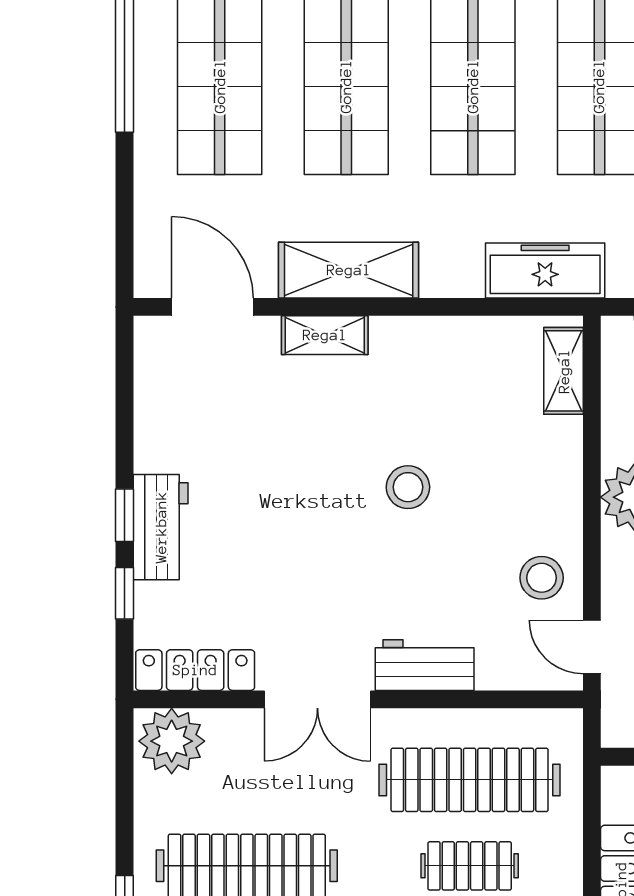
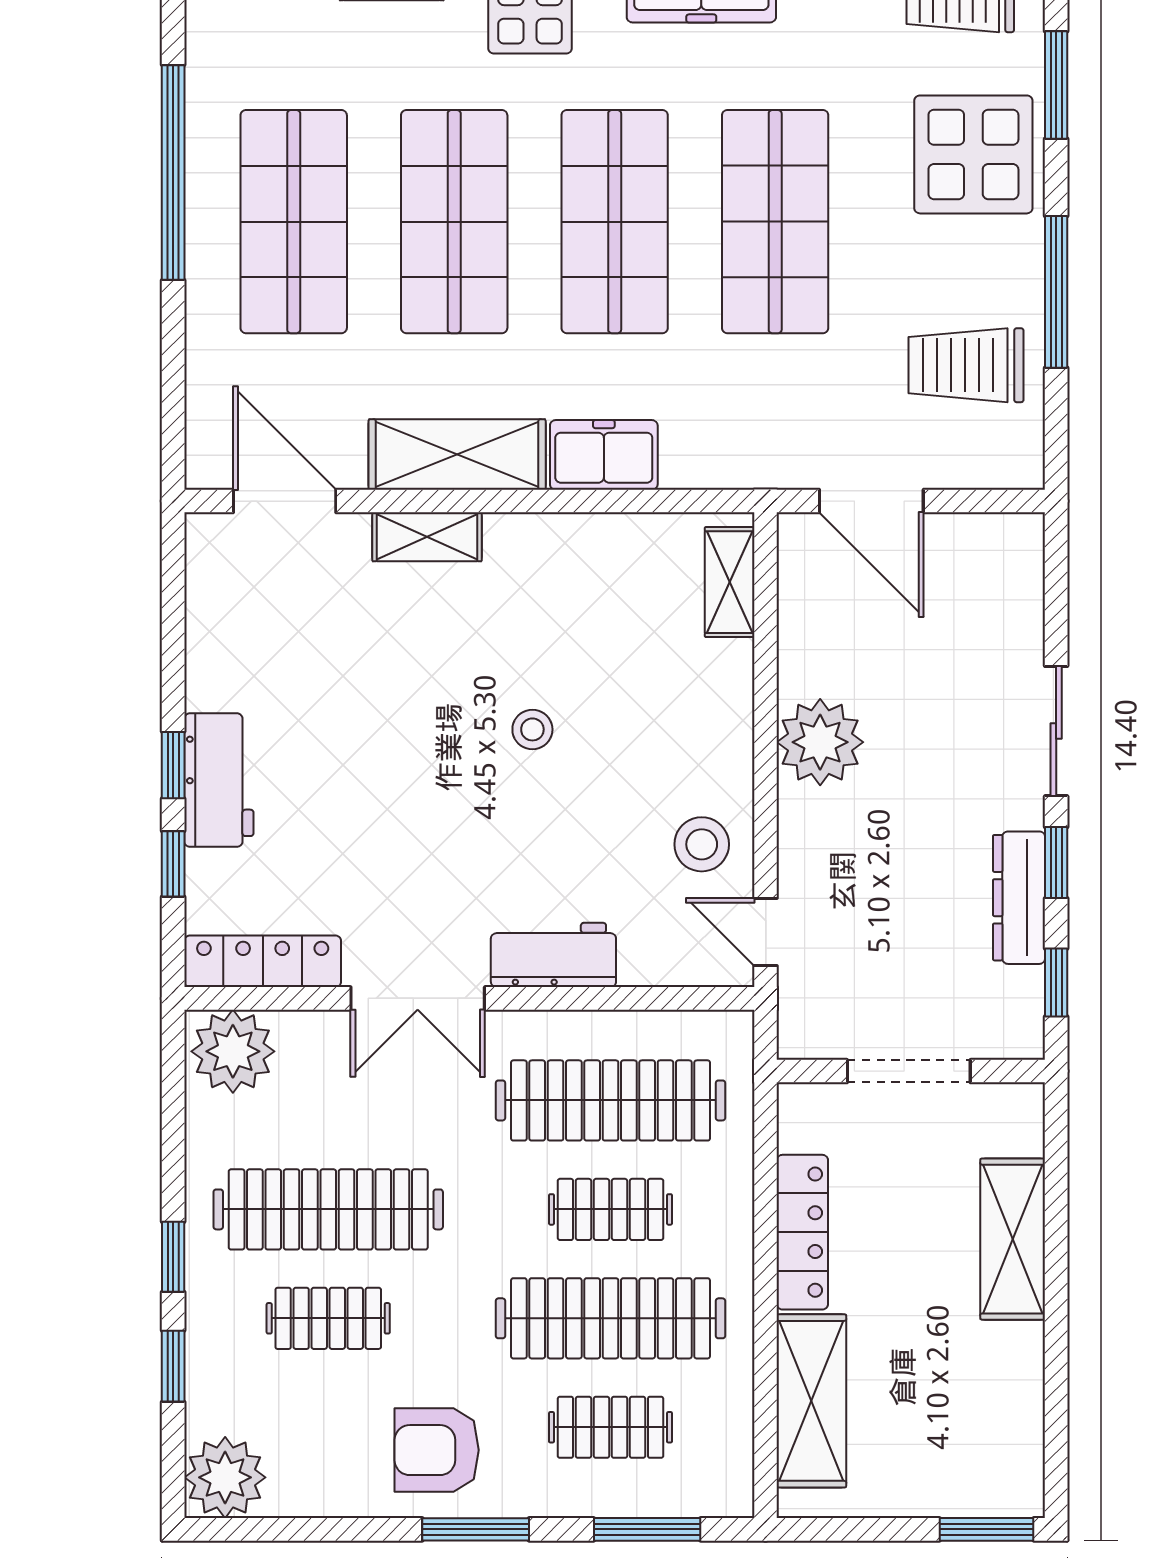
freezer: (545, 271) -> (604, 455), moved, width x0.71
stool: (408, 487) -> (532, 729), width x0.73, depth x0.73

